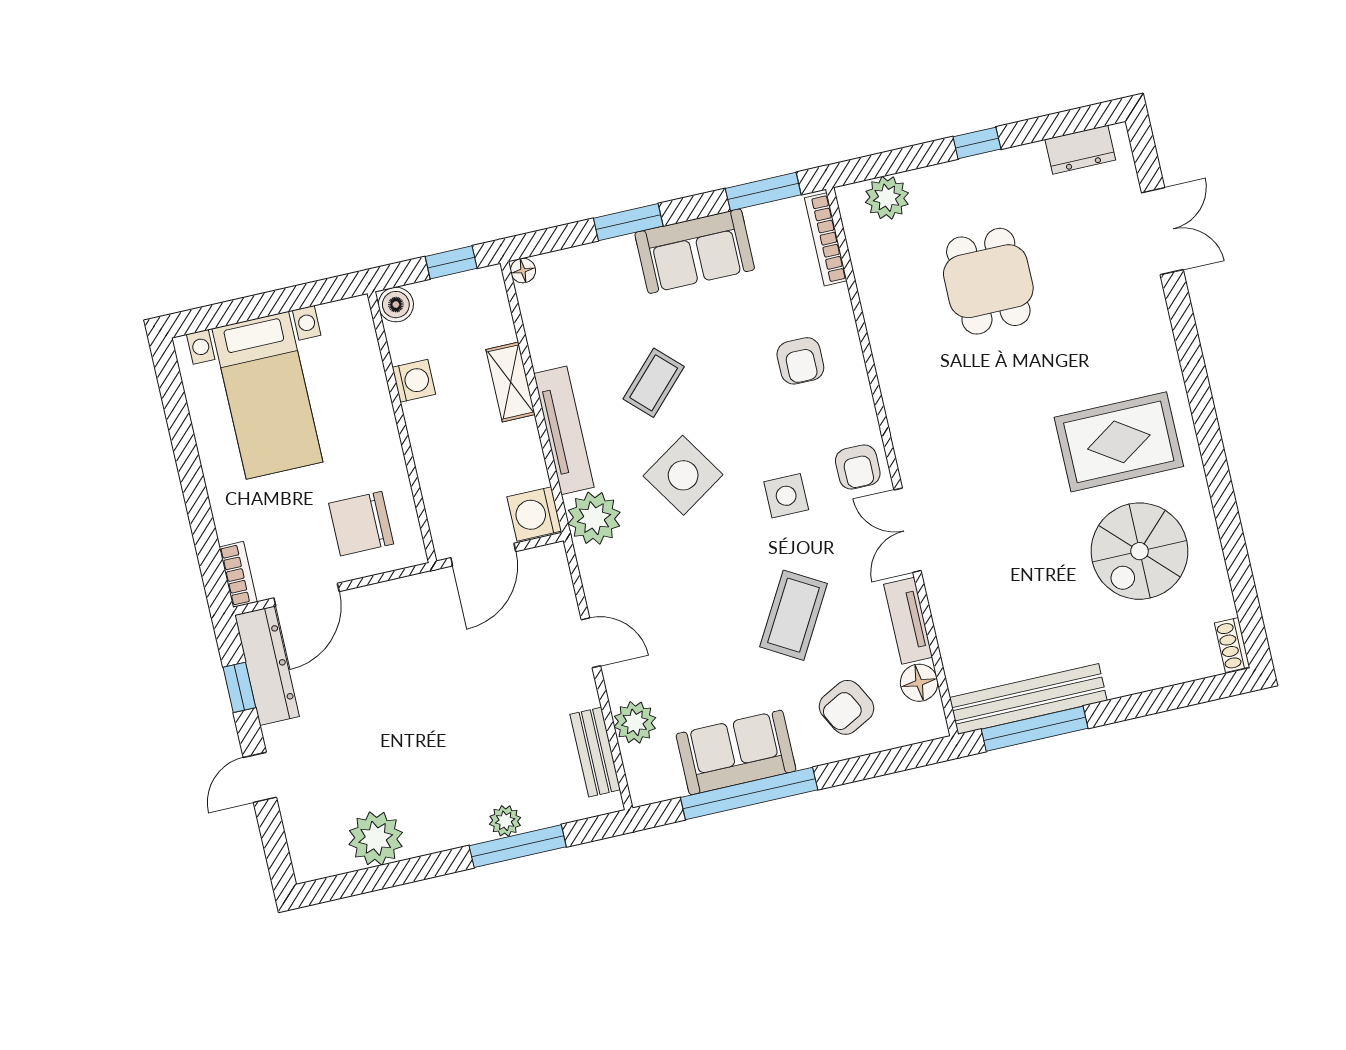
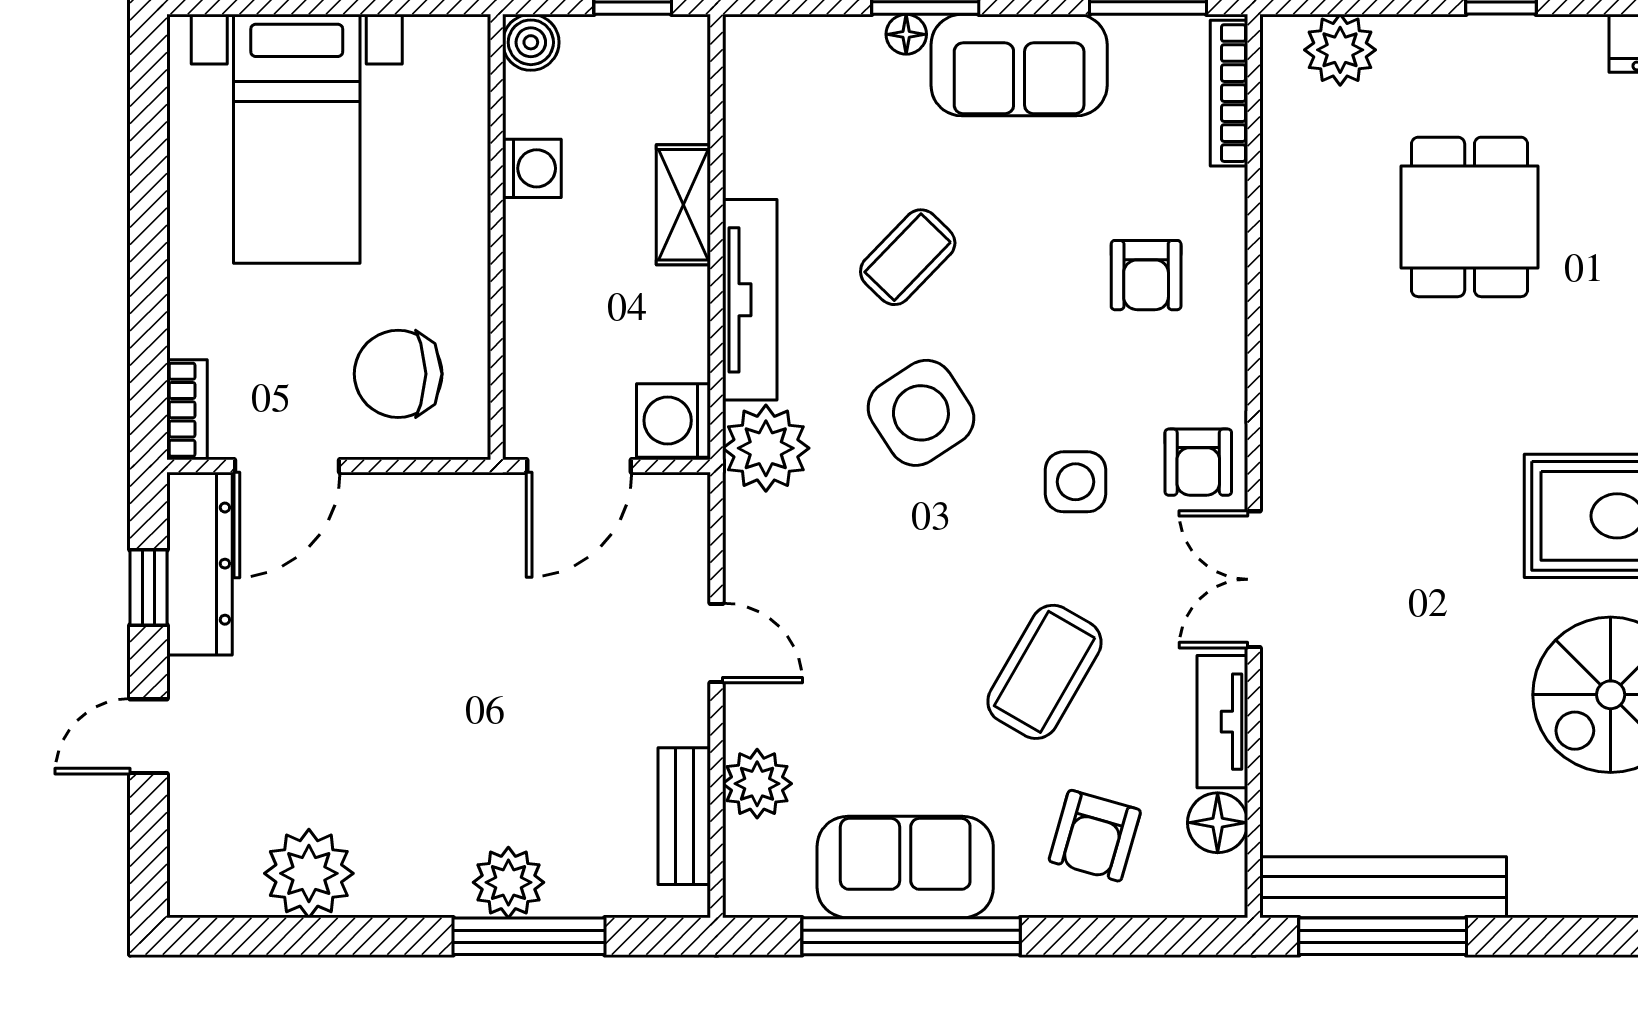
floor lamp: (523, 271) -> (906, 34), moved
armchair: (847, 707) -> (1095, 836), turned -46
plant: (505, 821) -> (508, 882), width x1.38, depth x1.38

